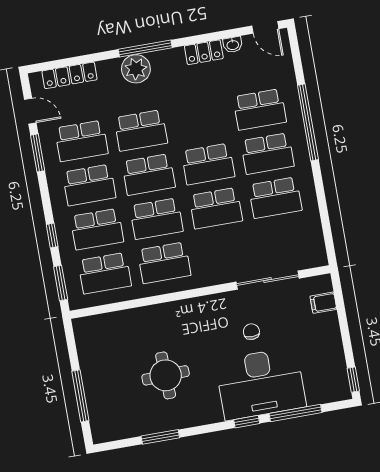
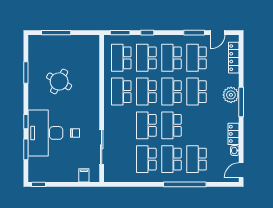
round table: (166, 375) -> (59, 81), turned 31
window: (295, 413) -> (26, 149), width x0.69

